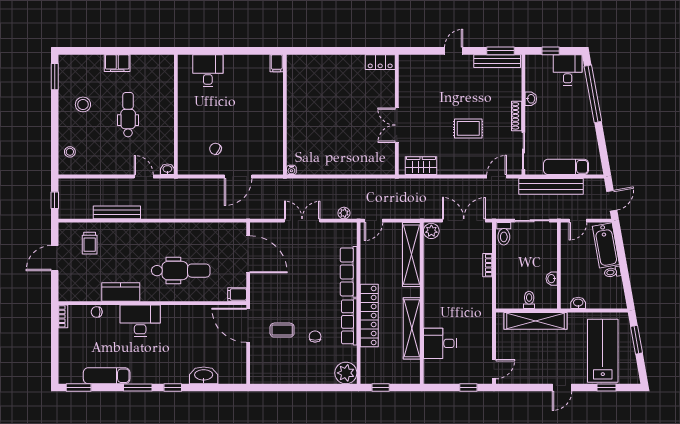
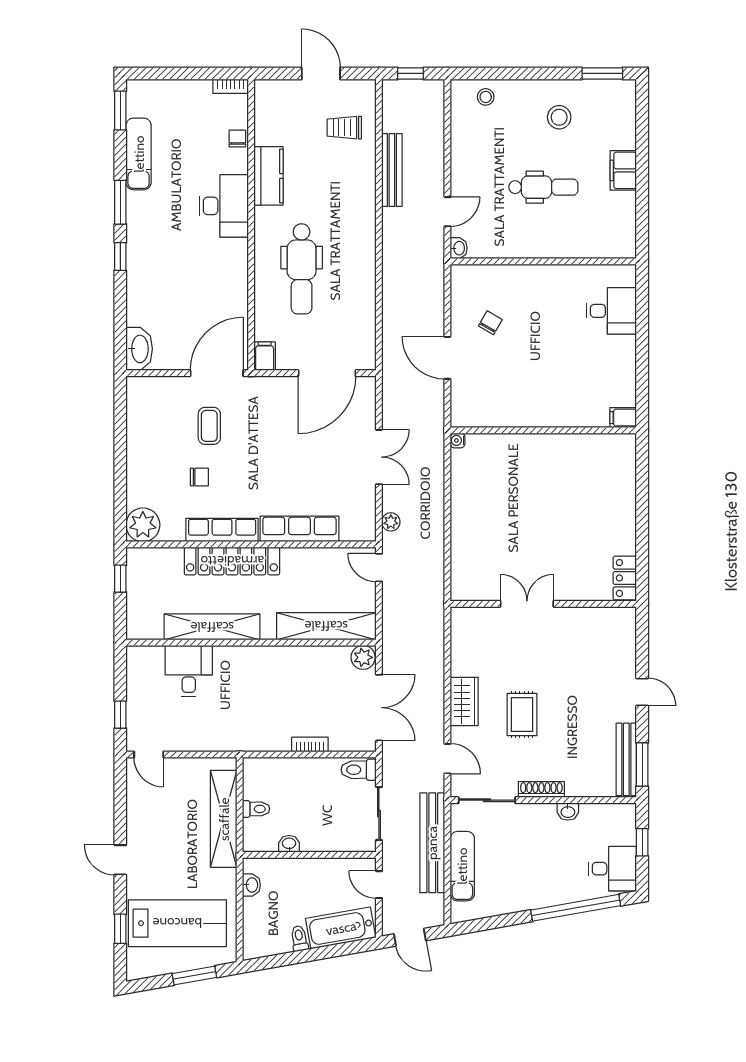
wardrobe: (421, 166) -> (464, 701), moved
washbasin: (204, 375) -> (139, 349), moved

